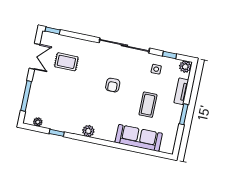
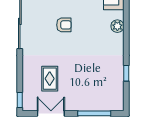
plant: (38, 122) -> (119, 95), removed
plant: (88, 131) -> (117, 26), moved

